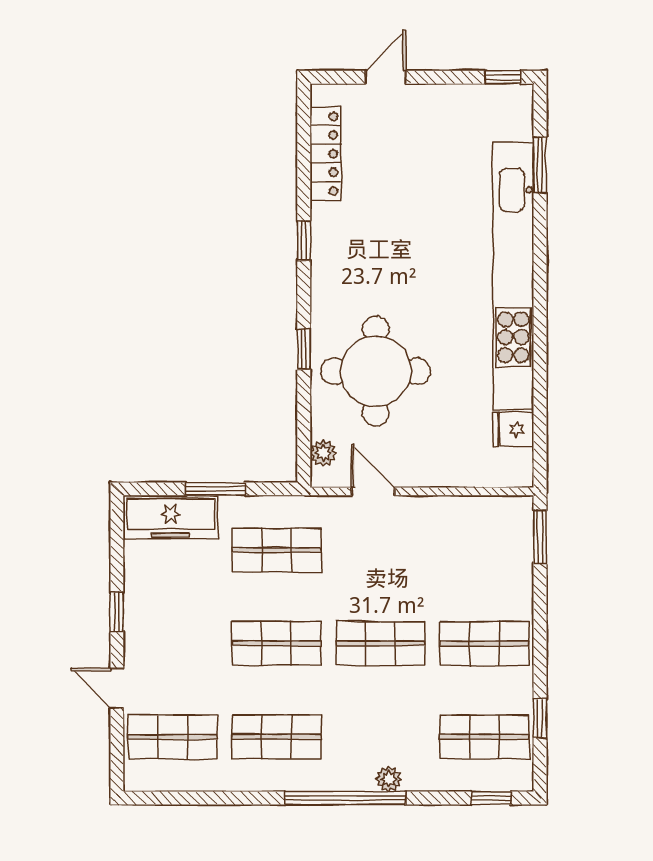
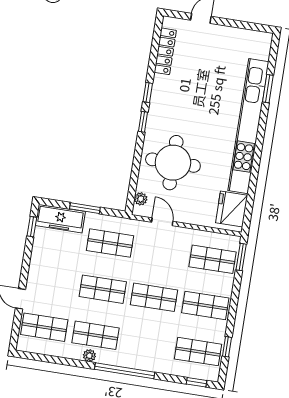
window: (503, 77) -> (259, 27), removed
window: (540, 165) -> (268, 89), moved
window: (304, 349) -> (143, 122), moved
fridge: (513, 429) -> (232, 209), width x1.88, depth x1.34
shop shelf: (484, 550) -> (213, 259), added
window: (117, 612) -> (32, 227), moved
plant: (389, 779) -> (89, 356), moved

